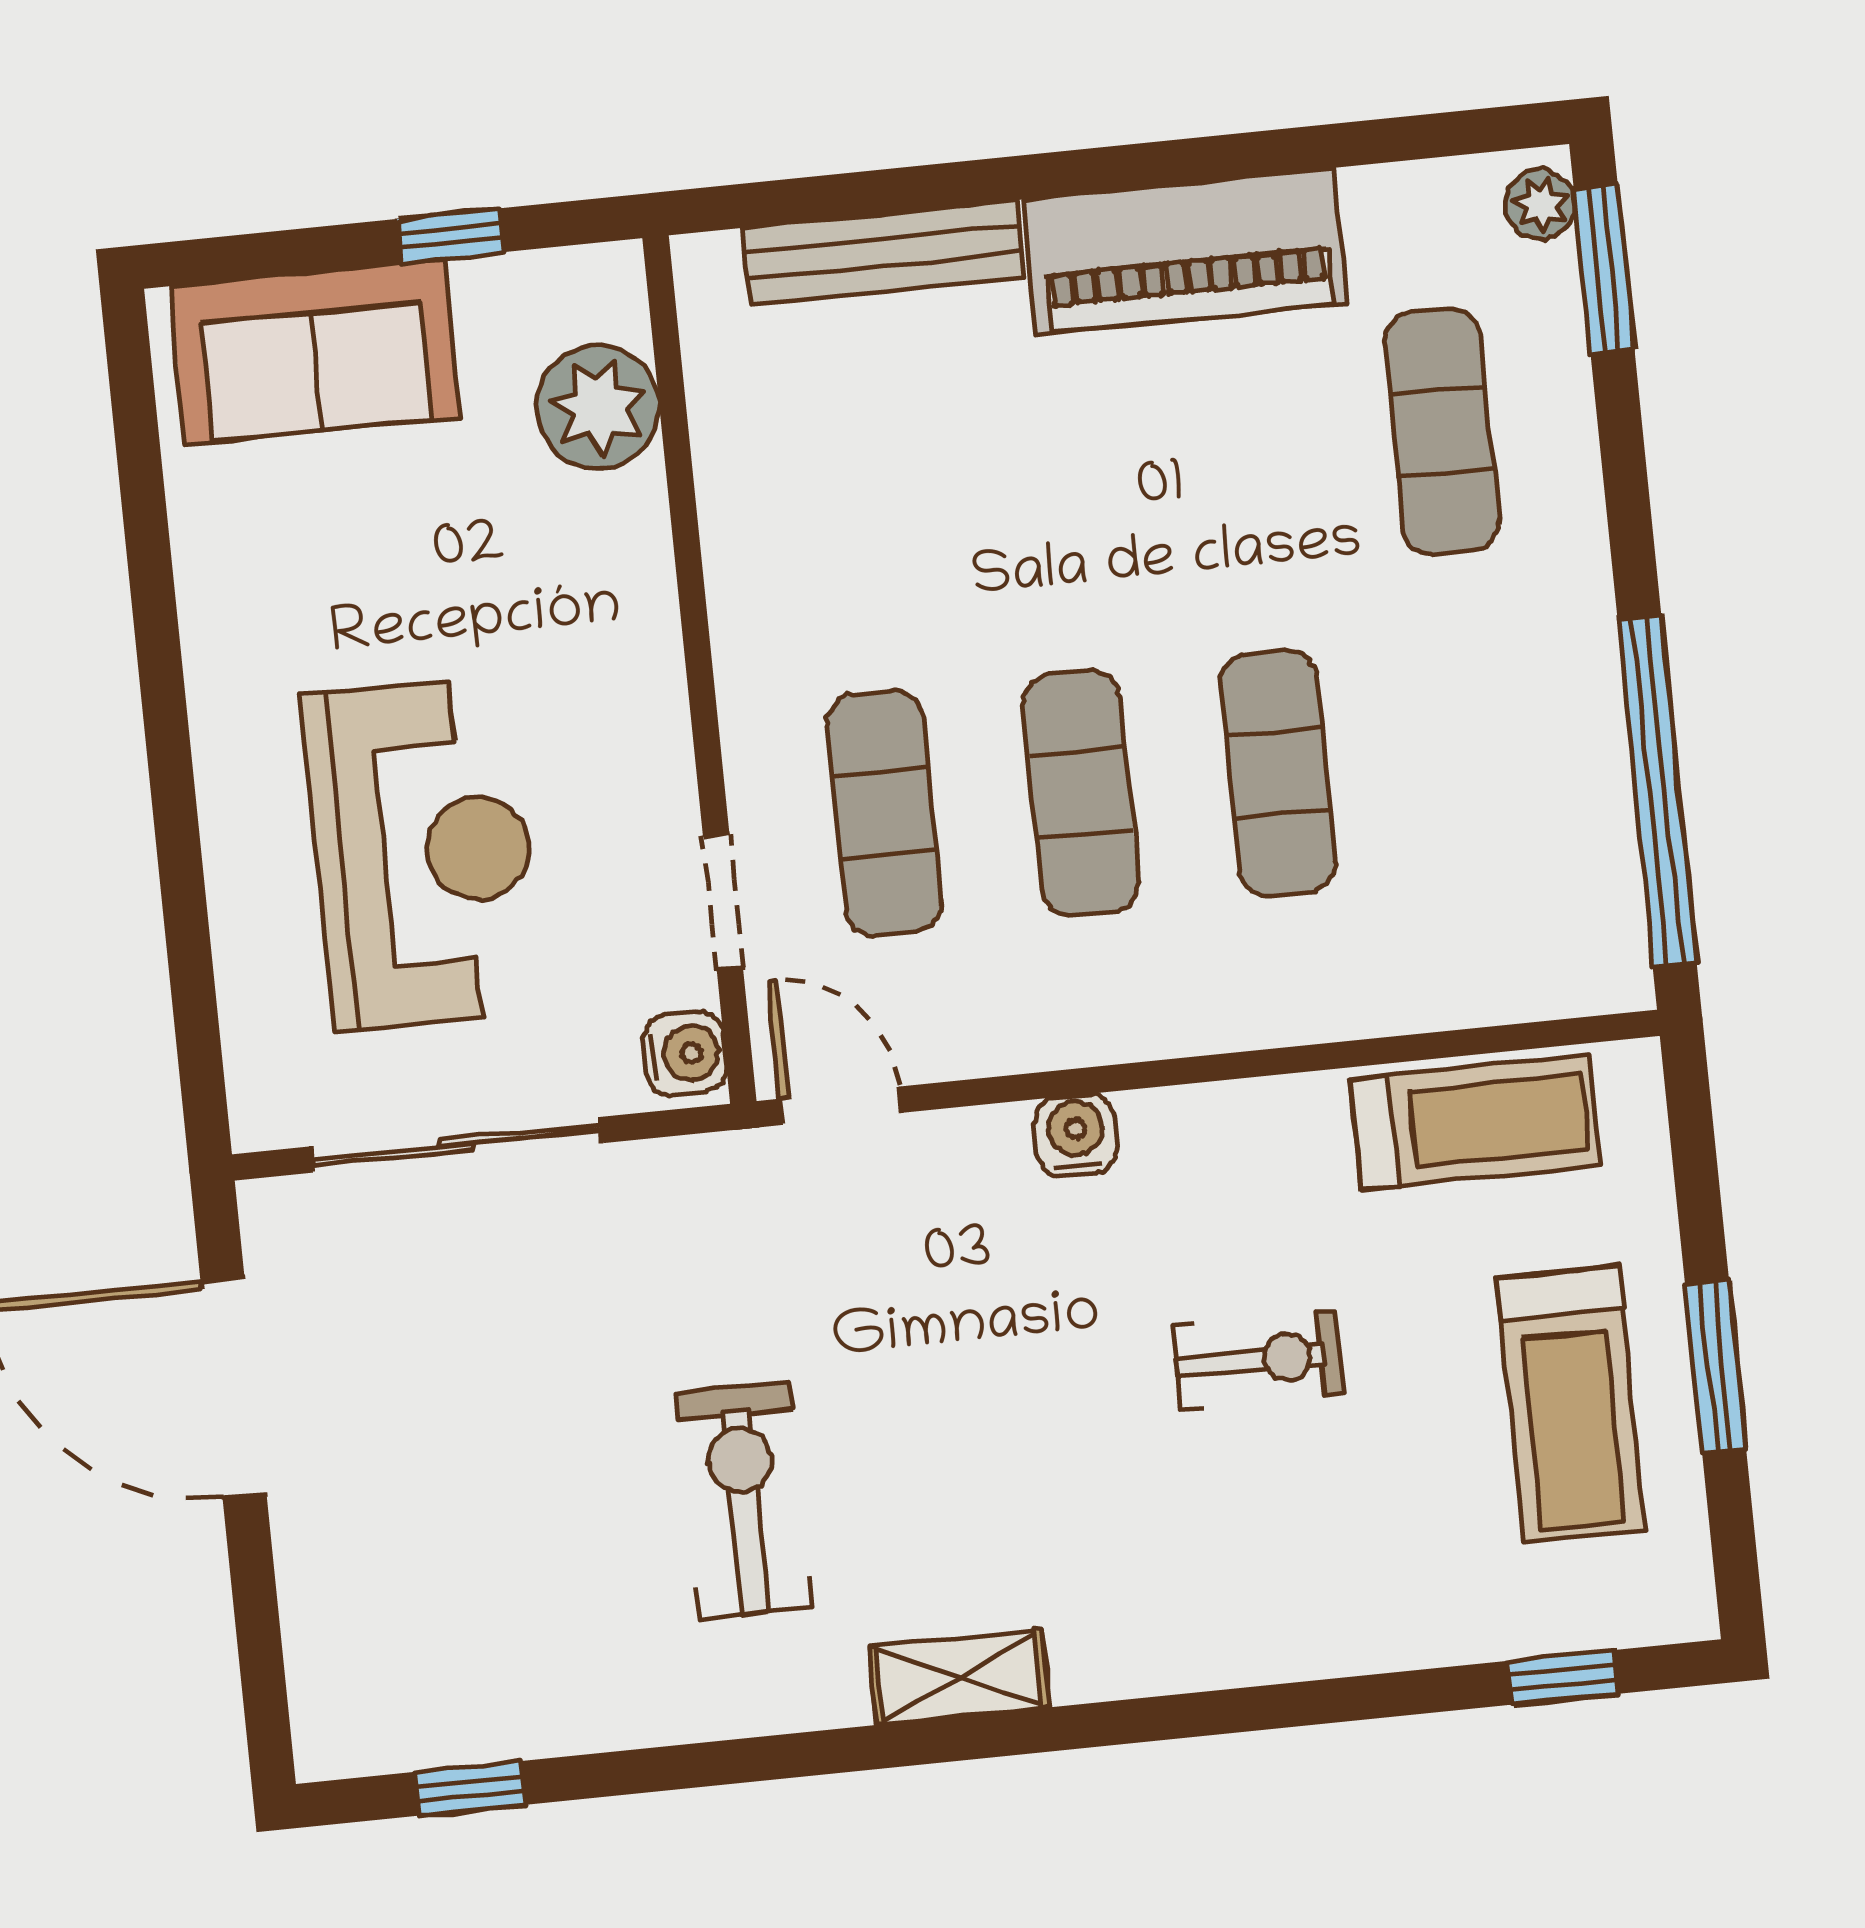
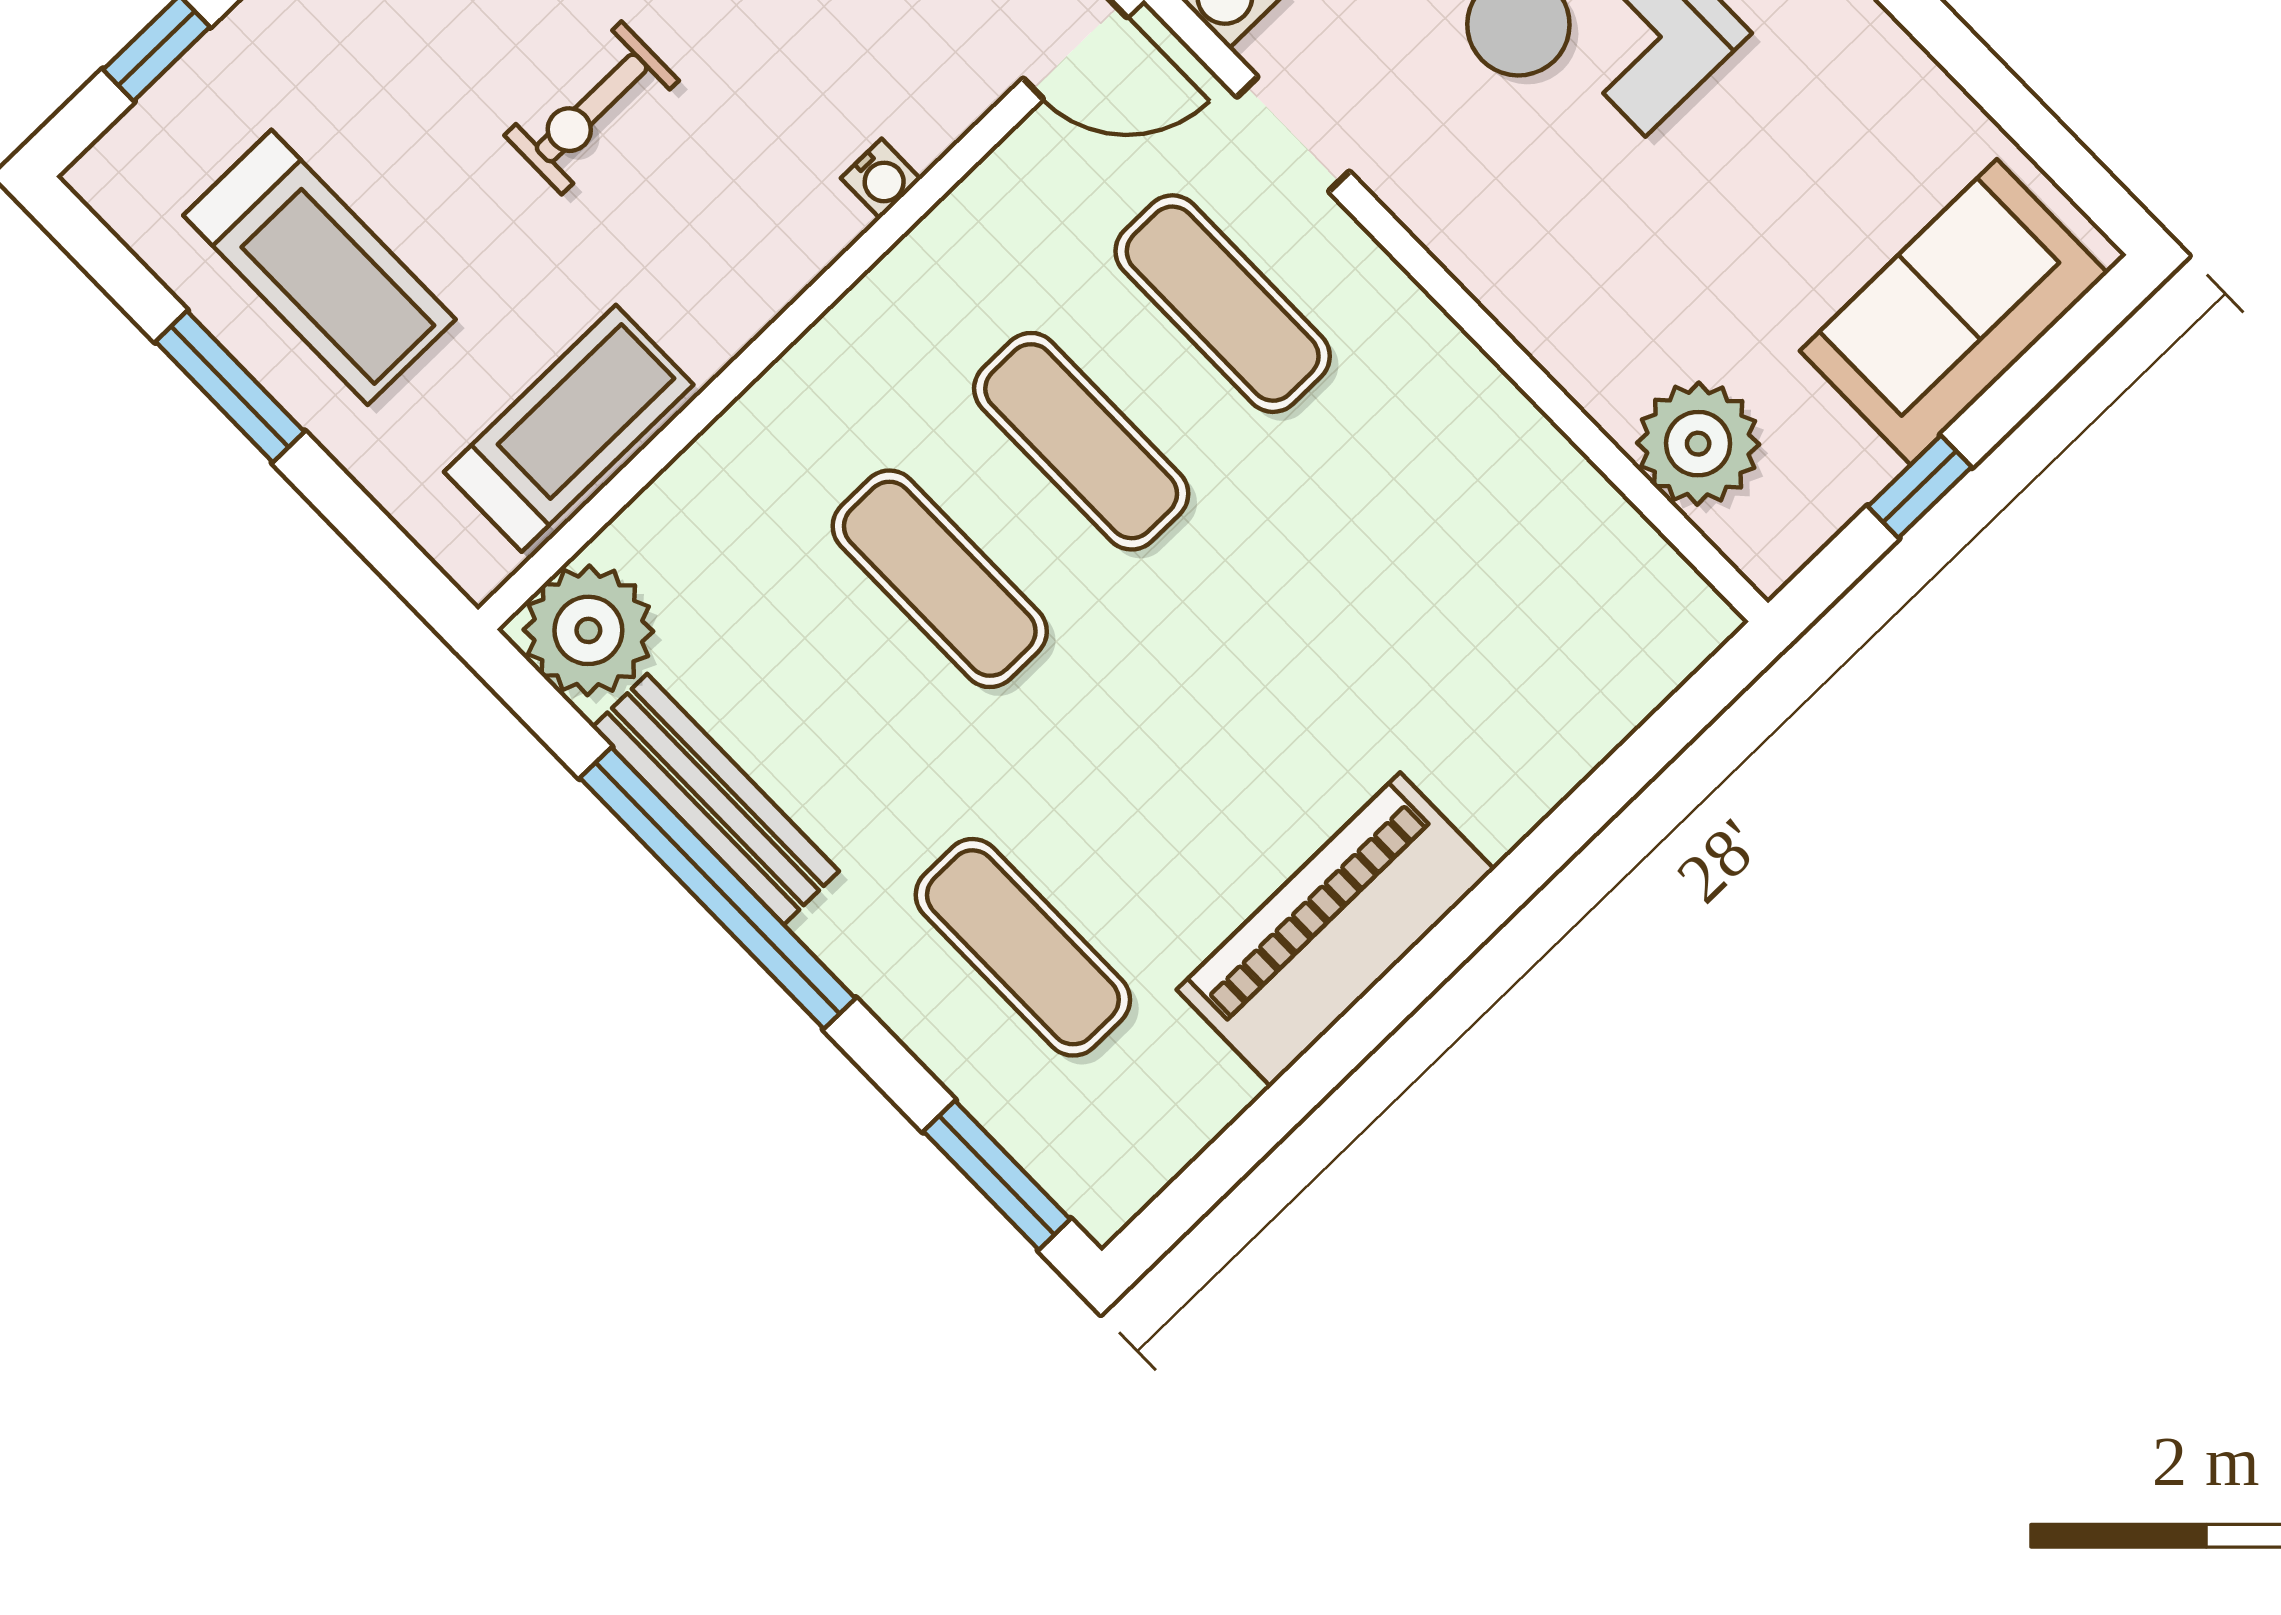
plant: (1540, 204) -> (588, 630), moved, width x1.87, depth x1.87
bench: (882, 253) -> (716, 799), moved, turned 90
window: (1657, 791) -> (718, 888), moved
treadmill: (1475, 1122) -> (569, 428), turned 180
water cooler: (1076, 1135) -> (881, 179), width x0.72, depth x0.72
treadmill: (1571, 1404) -> (319, 267), turned 180

